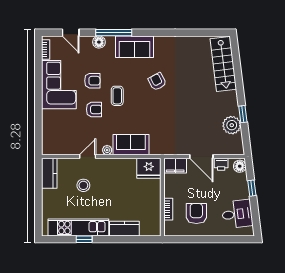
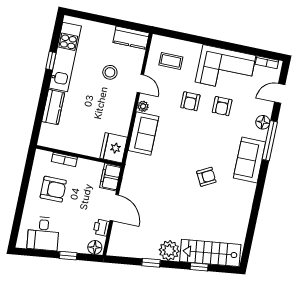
window: (238, 71) -> (199, 267), added
coffee table: (117, 96) -> (171, 61), moved
plant: (232, 125) -> (169, 250), moved
door: (201, 157) -> (114, 208), swing flipped

